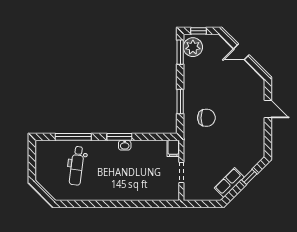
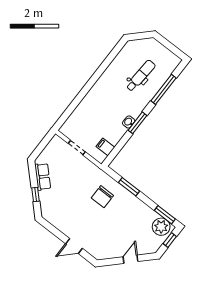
filing cabinet: (173, 148) -> (105, 147), moved
dental chair: (77, 166) -> (141, 76), turned 86

